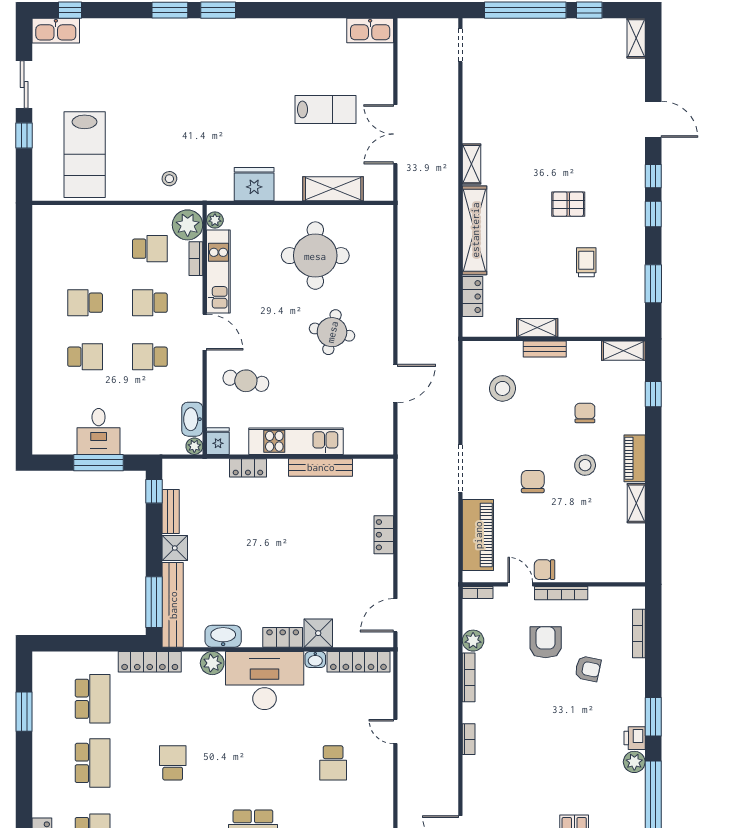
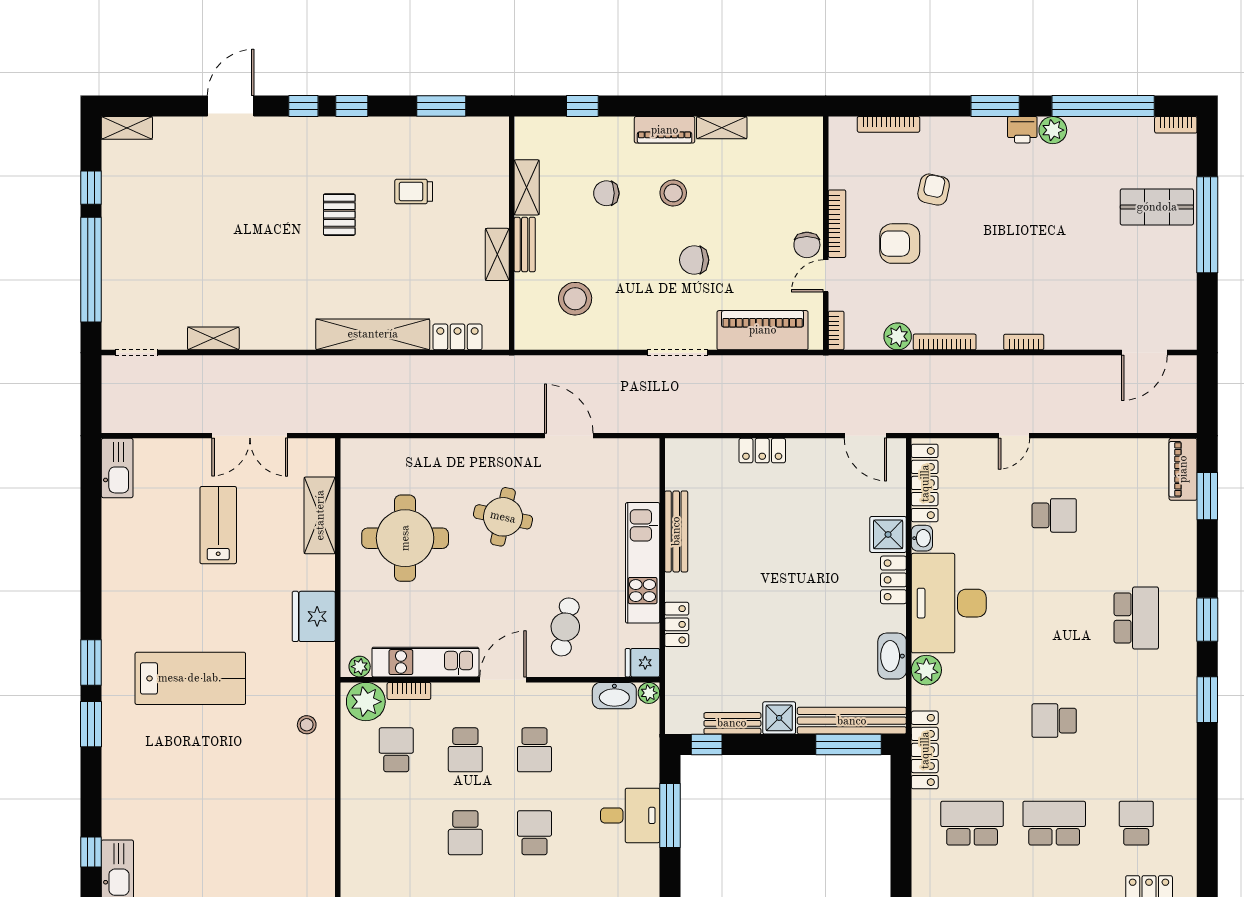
lab bench: (85, 155) -> (190, 678), moved
shelving: (471, 164) -> (213, 338), moved
shelving: (623, 351) -> (527, 187), moved

